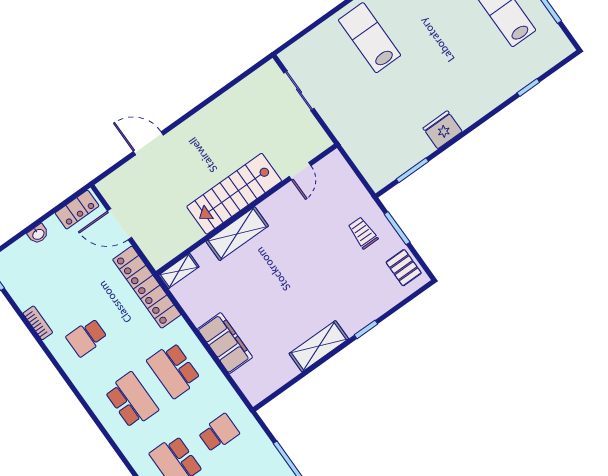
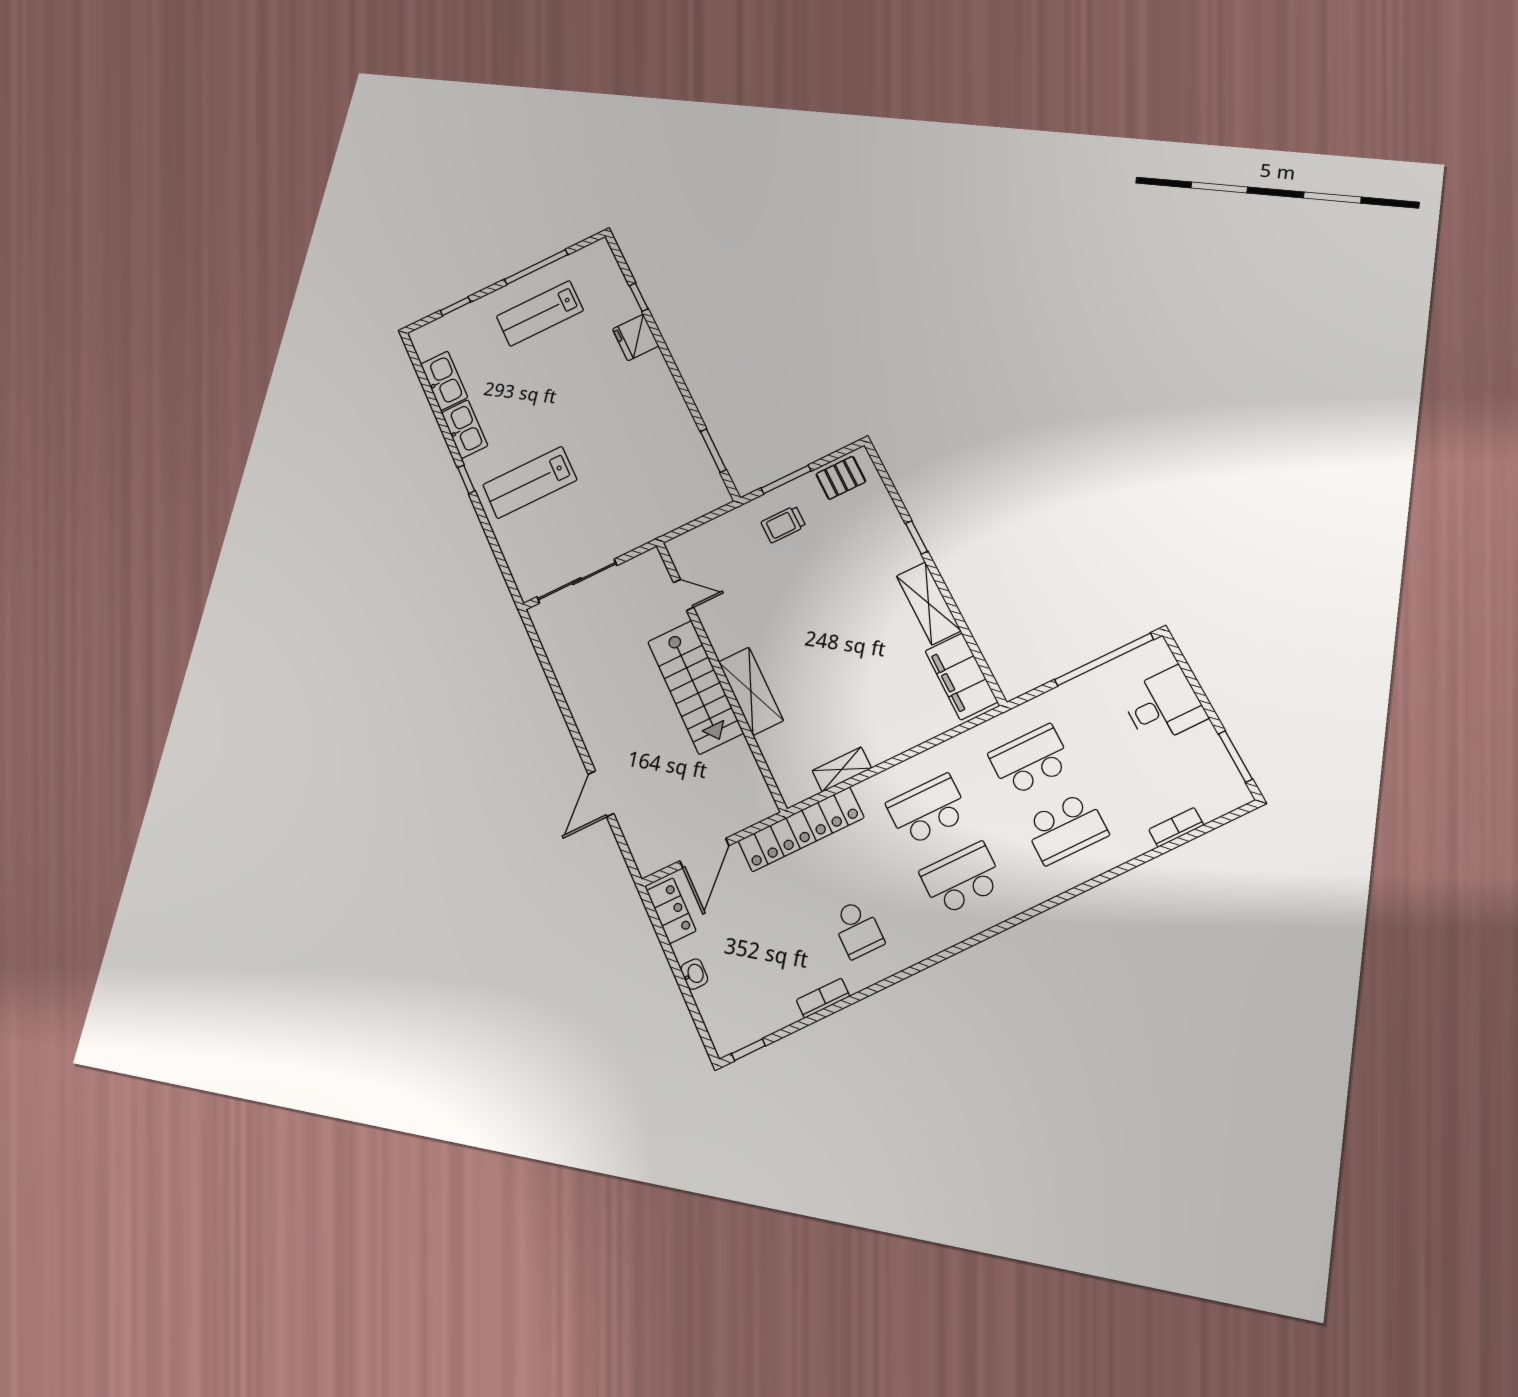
sliding door: (299, 91) -> (577, 581), width x1.37
fridge: (443, 130) -> (636, 337), moved
shelving: (179, 271) -> (842, 769), moved, turned 90
filing cabinet: (225, 343) -> (961, 676), moved, turned -90
school desk: (174, 370) -> (928, 810), turned 180
school desk: (219, 433) -> (1030, 760), width x1.85

